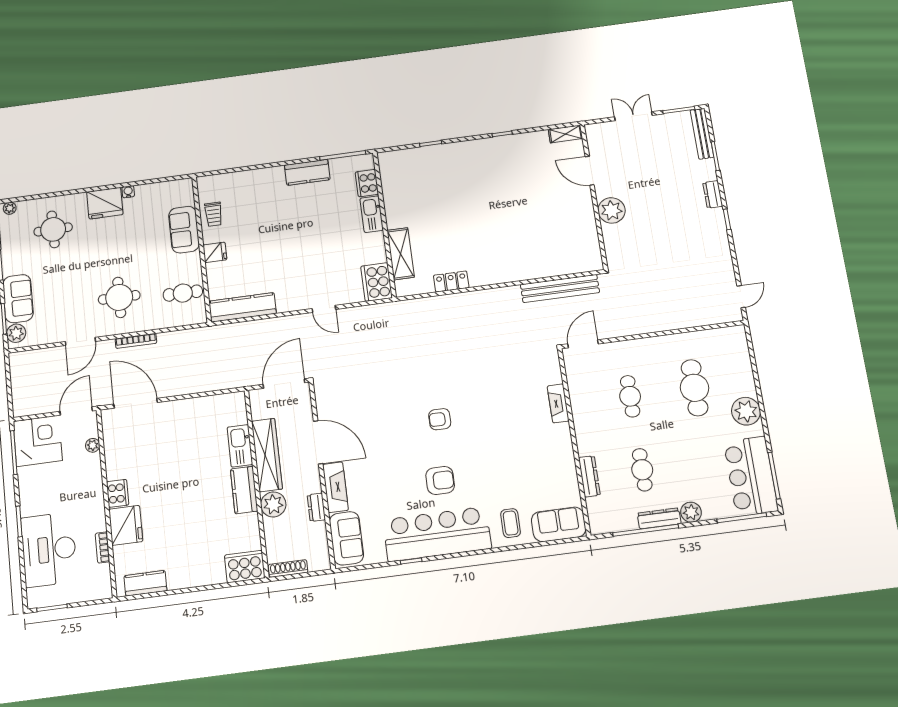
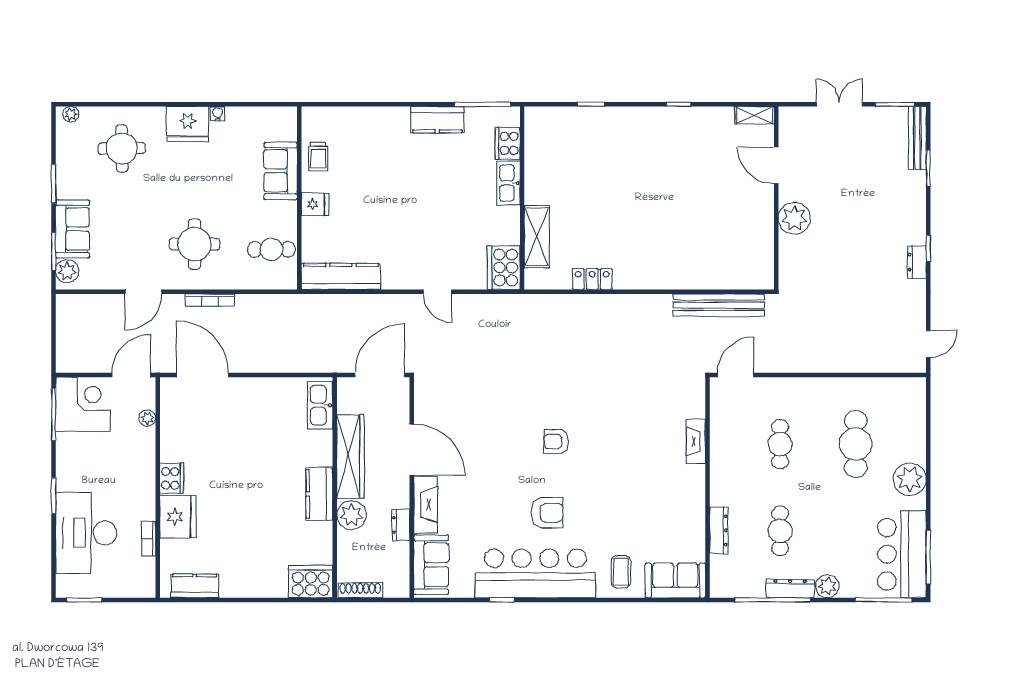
dresser: (713, 194) -> (917, 262), moved
kitchen sink: (240, 446) -> (320, 405), moved

